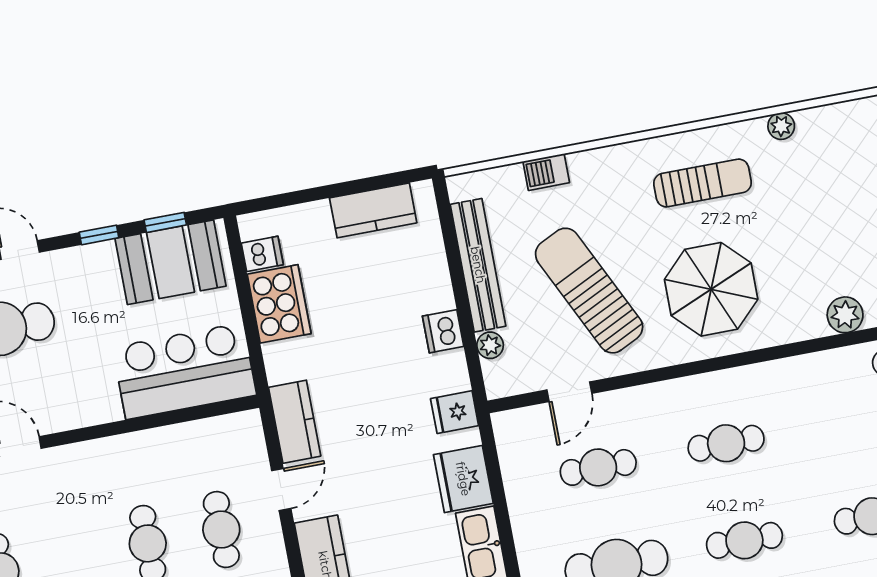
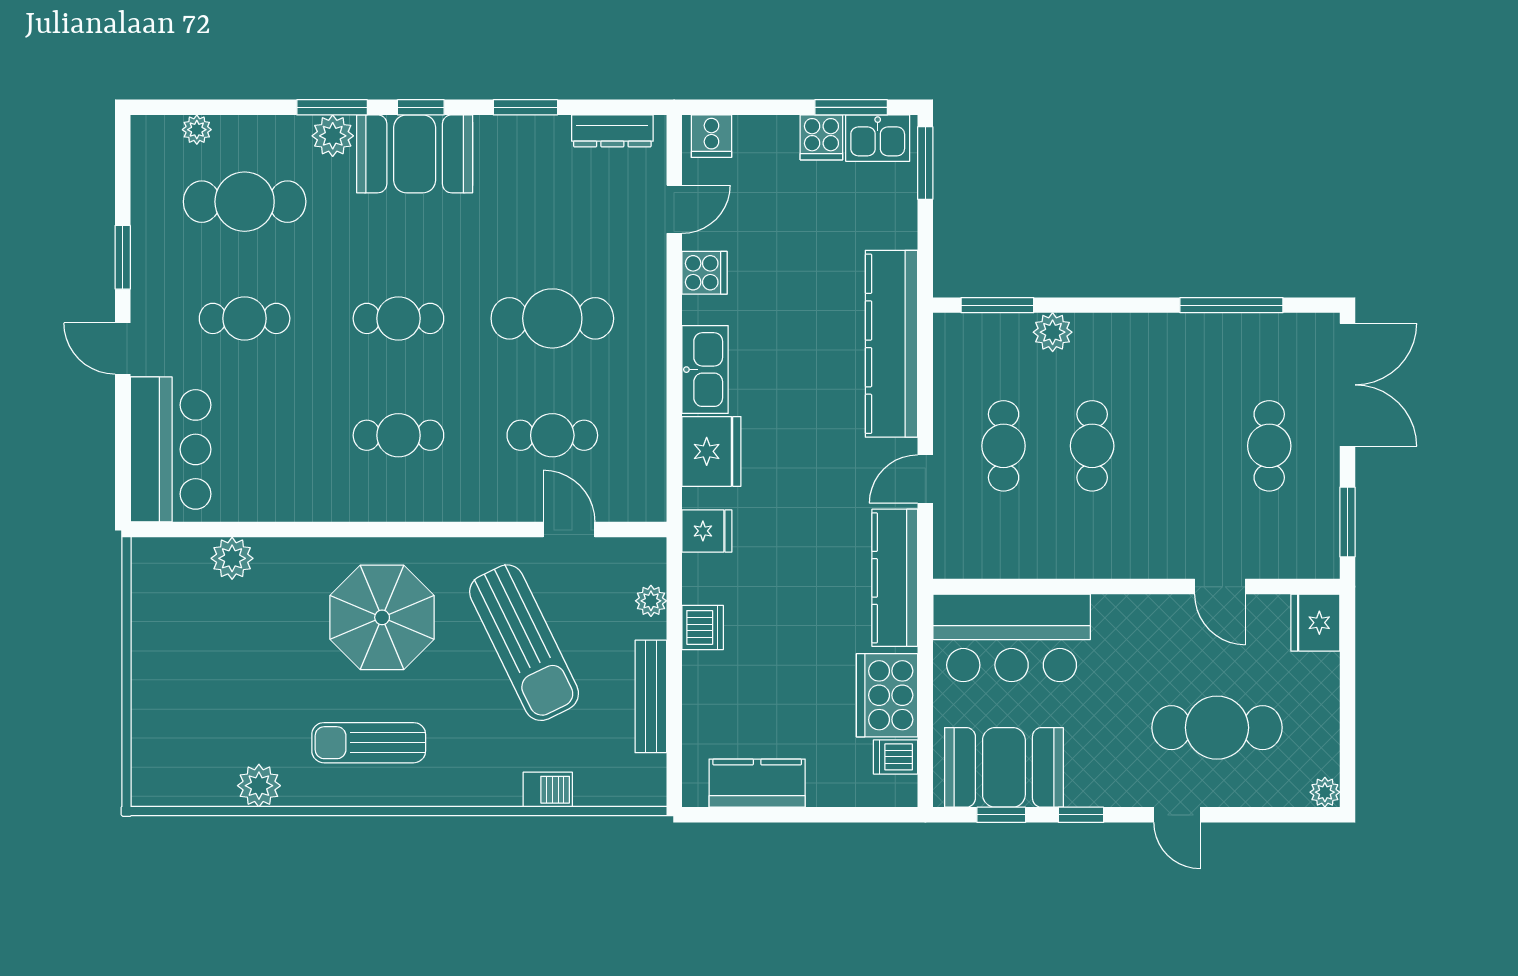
plant: (781, 126) -> (259, 786), width x1.38, depth x1.38
bench: (478, 265) -> (651, 696), width x0.73, depth x0.82
door: (569, 392) -> (569, 530), hinge flipped
kitchen counter: (295, 422) -> (895, 578), width x1.50

